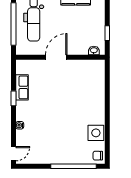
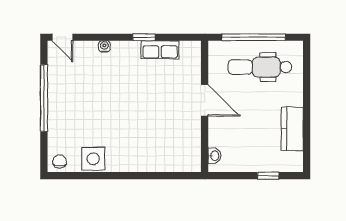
window: (107, 33) -> (268, 176), moved
window: (73, 166) -> (44, 98), moved

